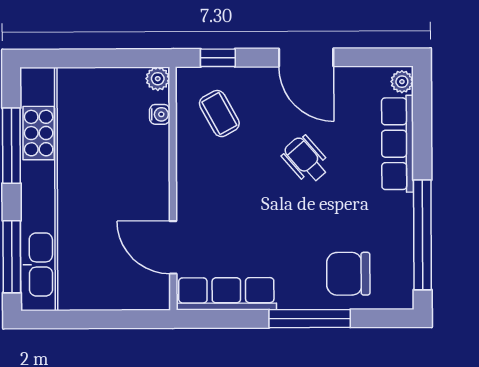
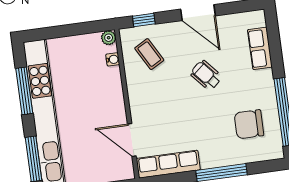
plant: (402, 82) -> (259, 20), removed
row of seats: (398, 144) -> (260, 48), width x0.68
chair: (348, 274) -> (249, 124), moved

